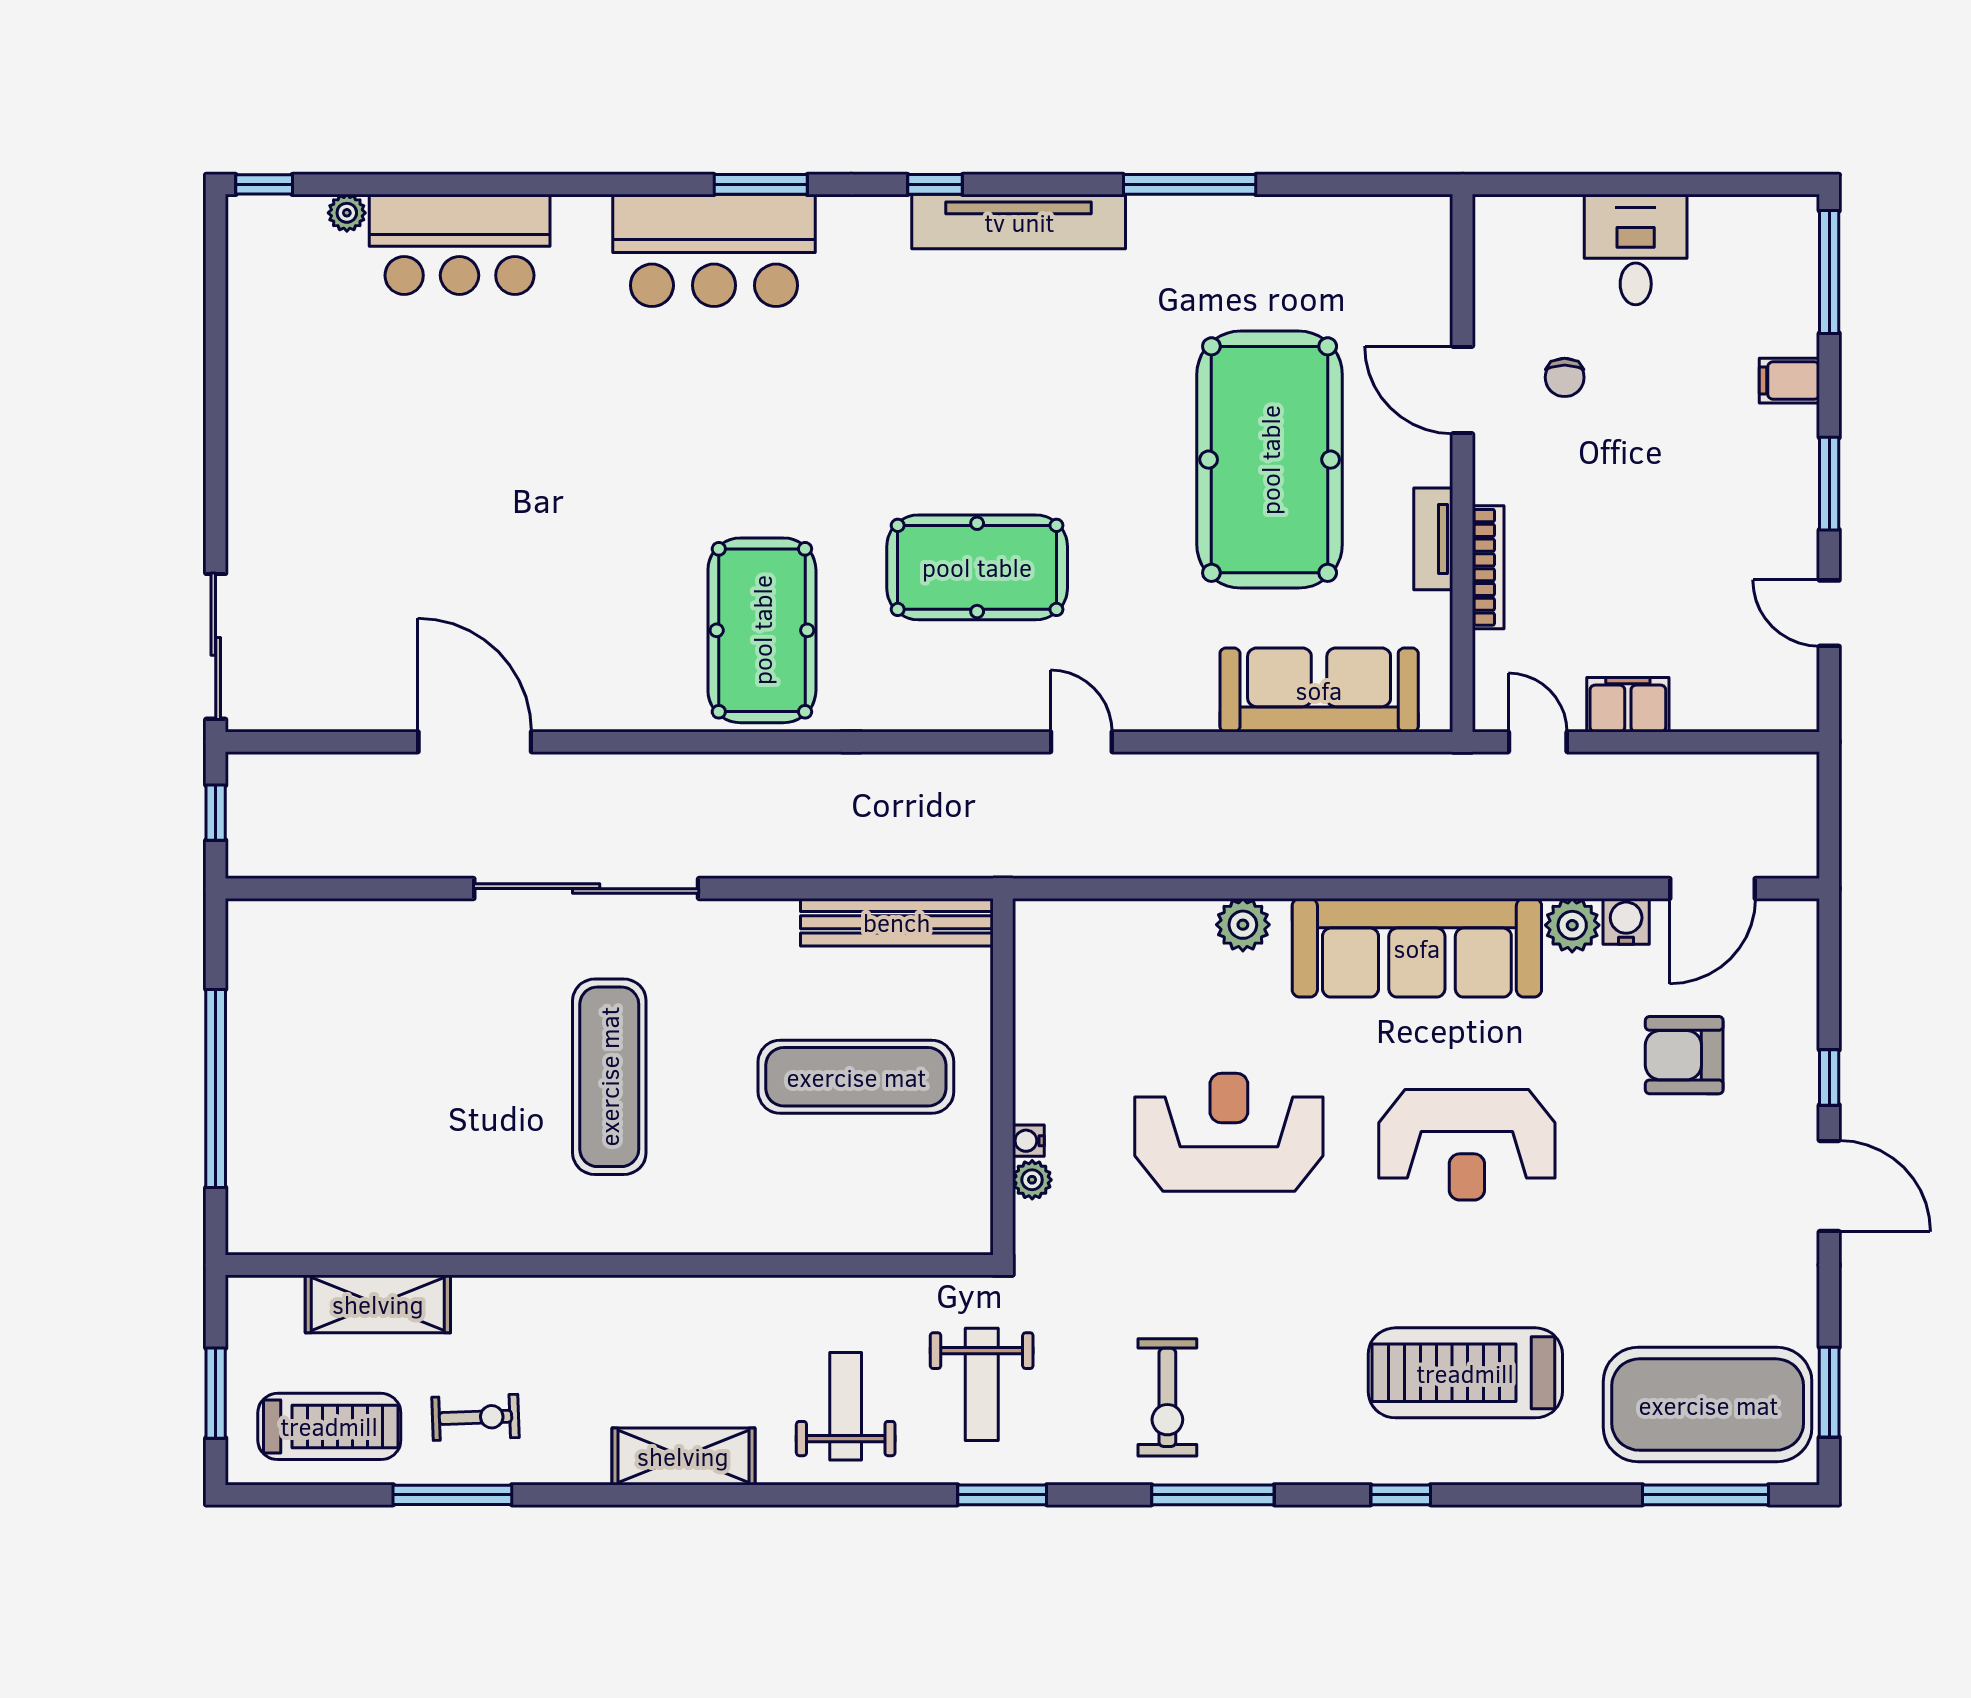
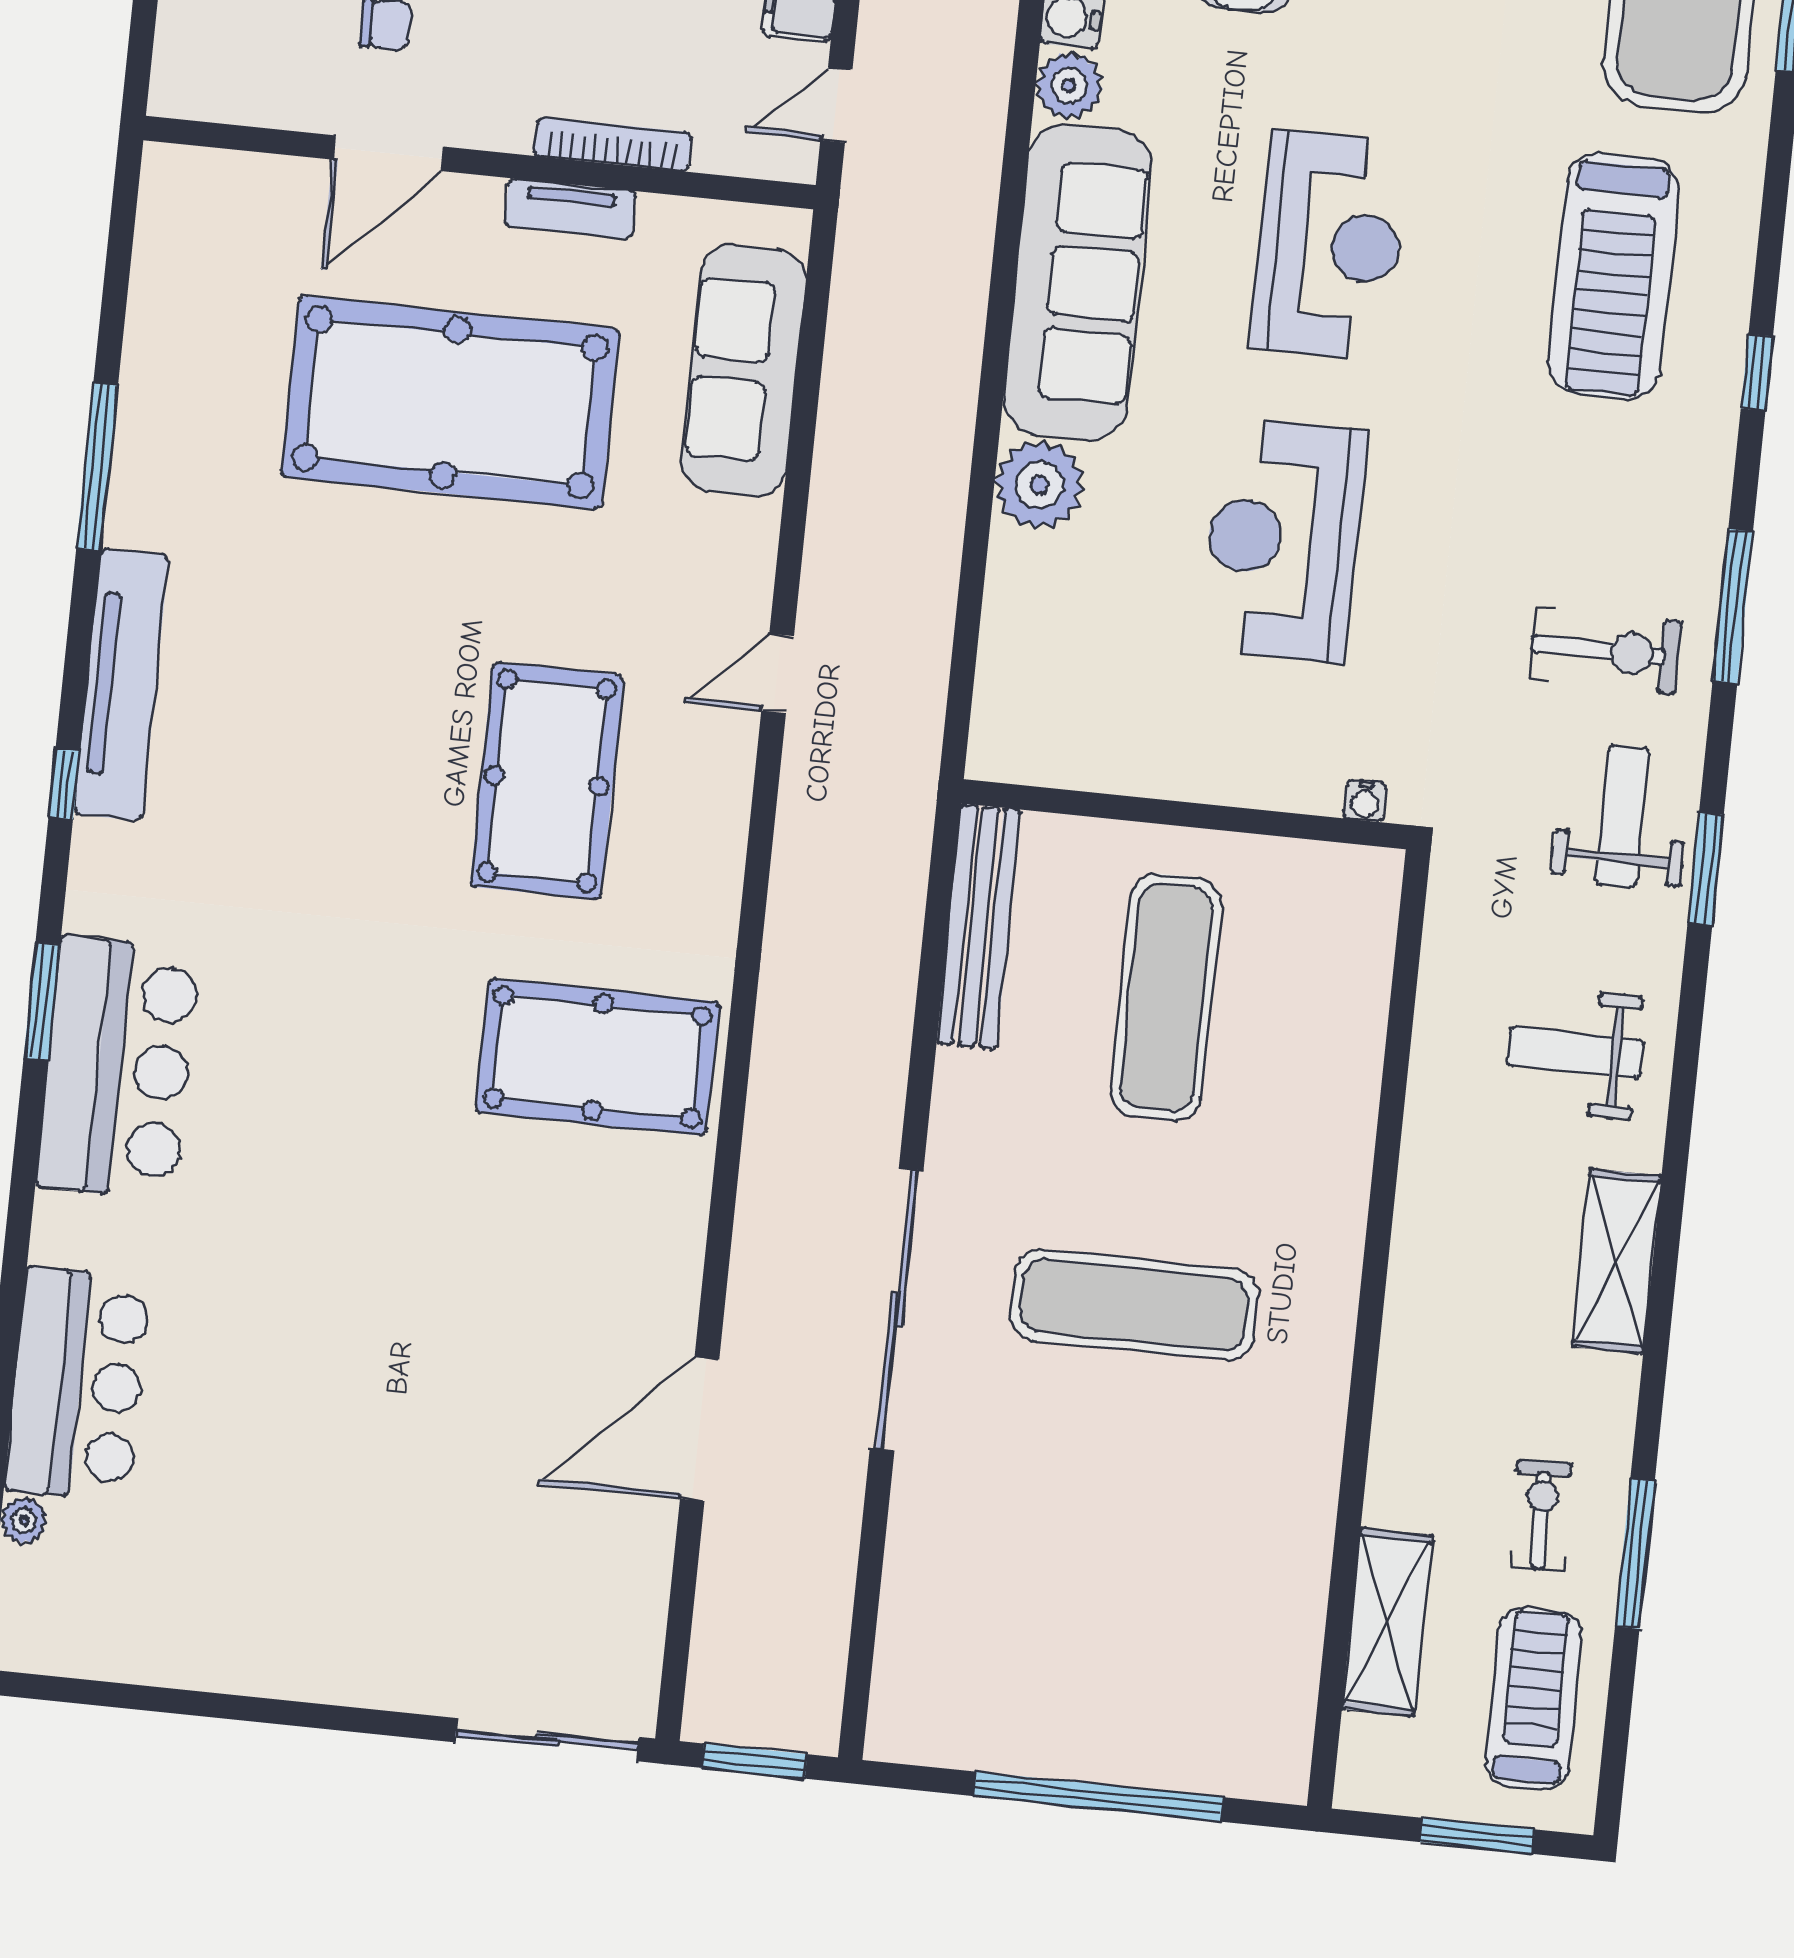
window: (216, 813) -> (754, 1761), width x1.50
plant: (1243, 925) -> (1039, 485), width x1.36, depth x1.36
water cooler: (1028, 1141) -> (1365, 801), moved
plant: (1032, 1180) -> (1317, 791), removed
weight bench: (982, 1384) -> (1622, 816), moved, turned -90

